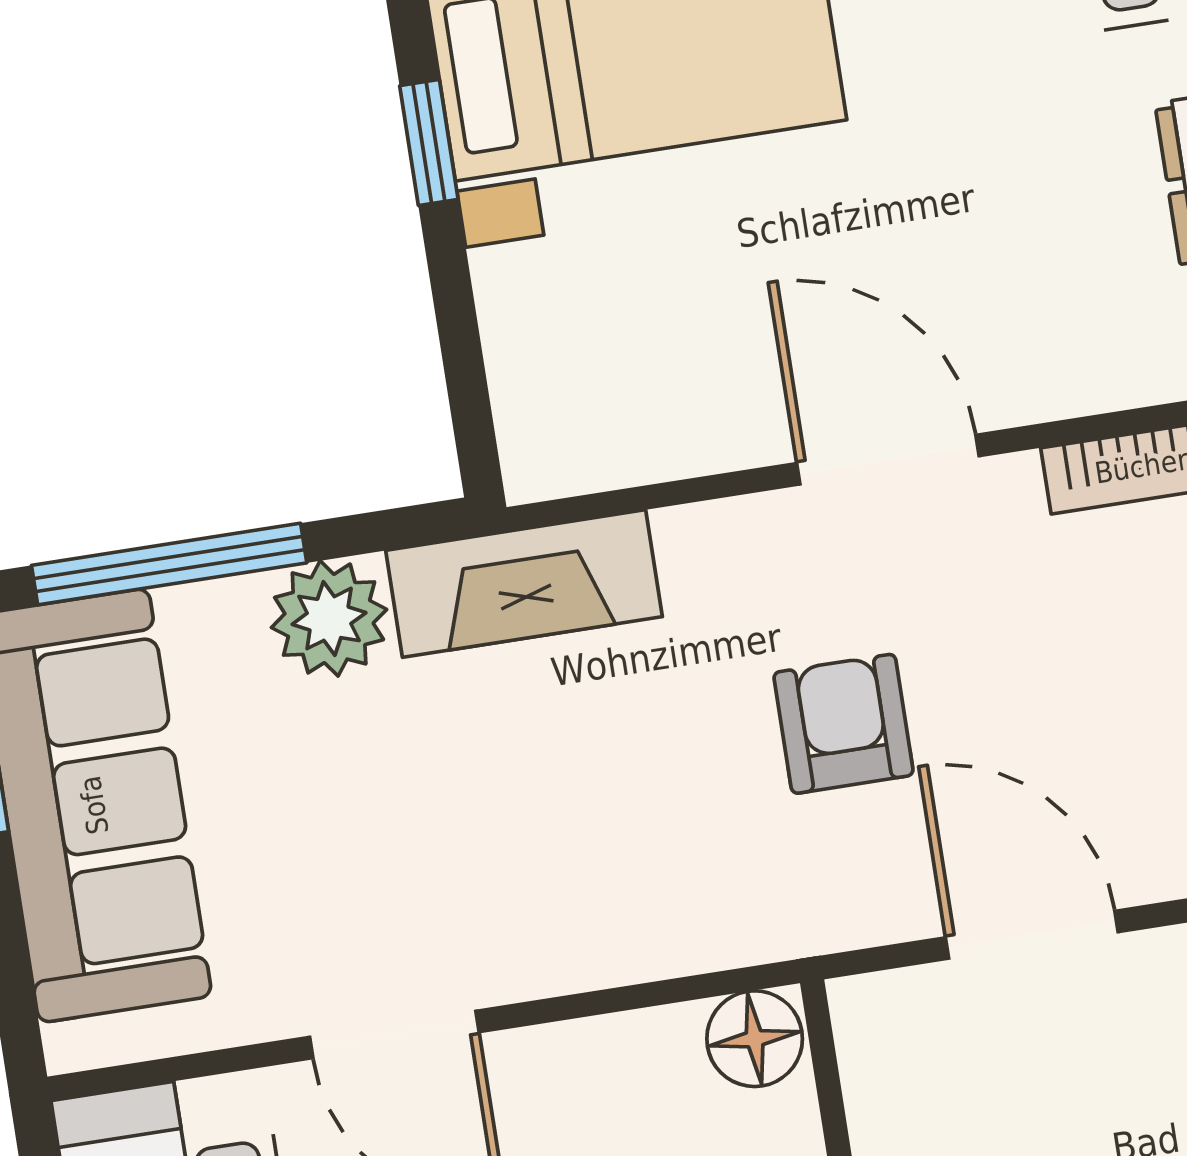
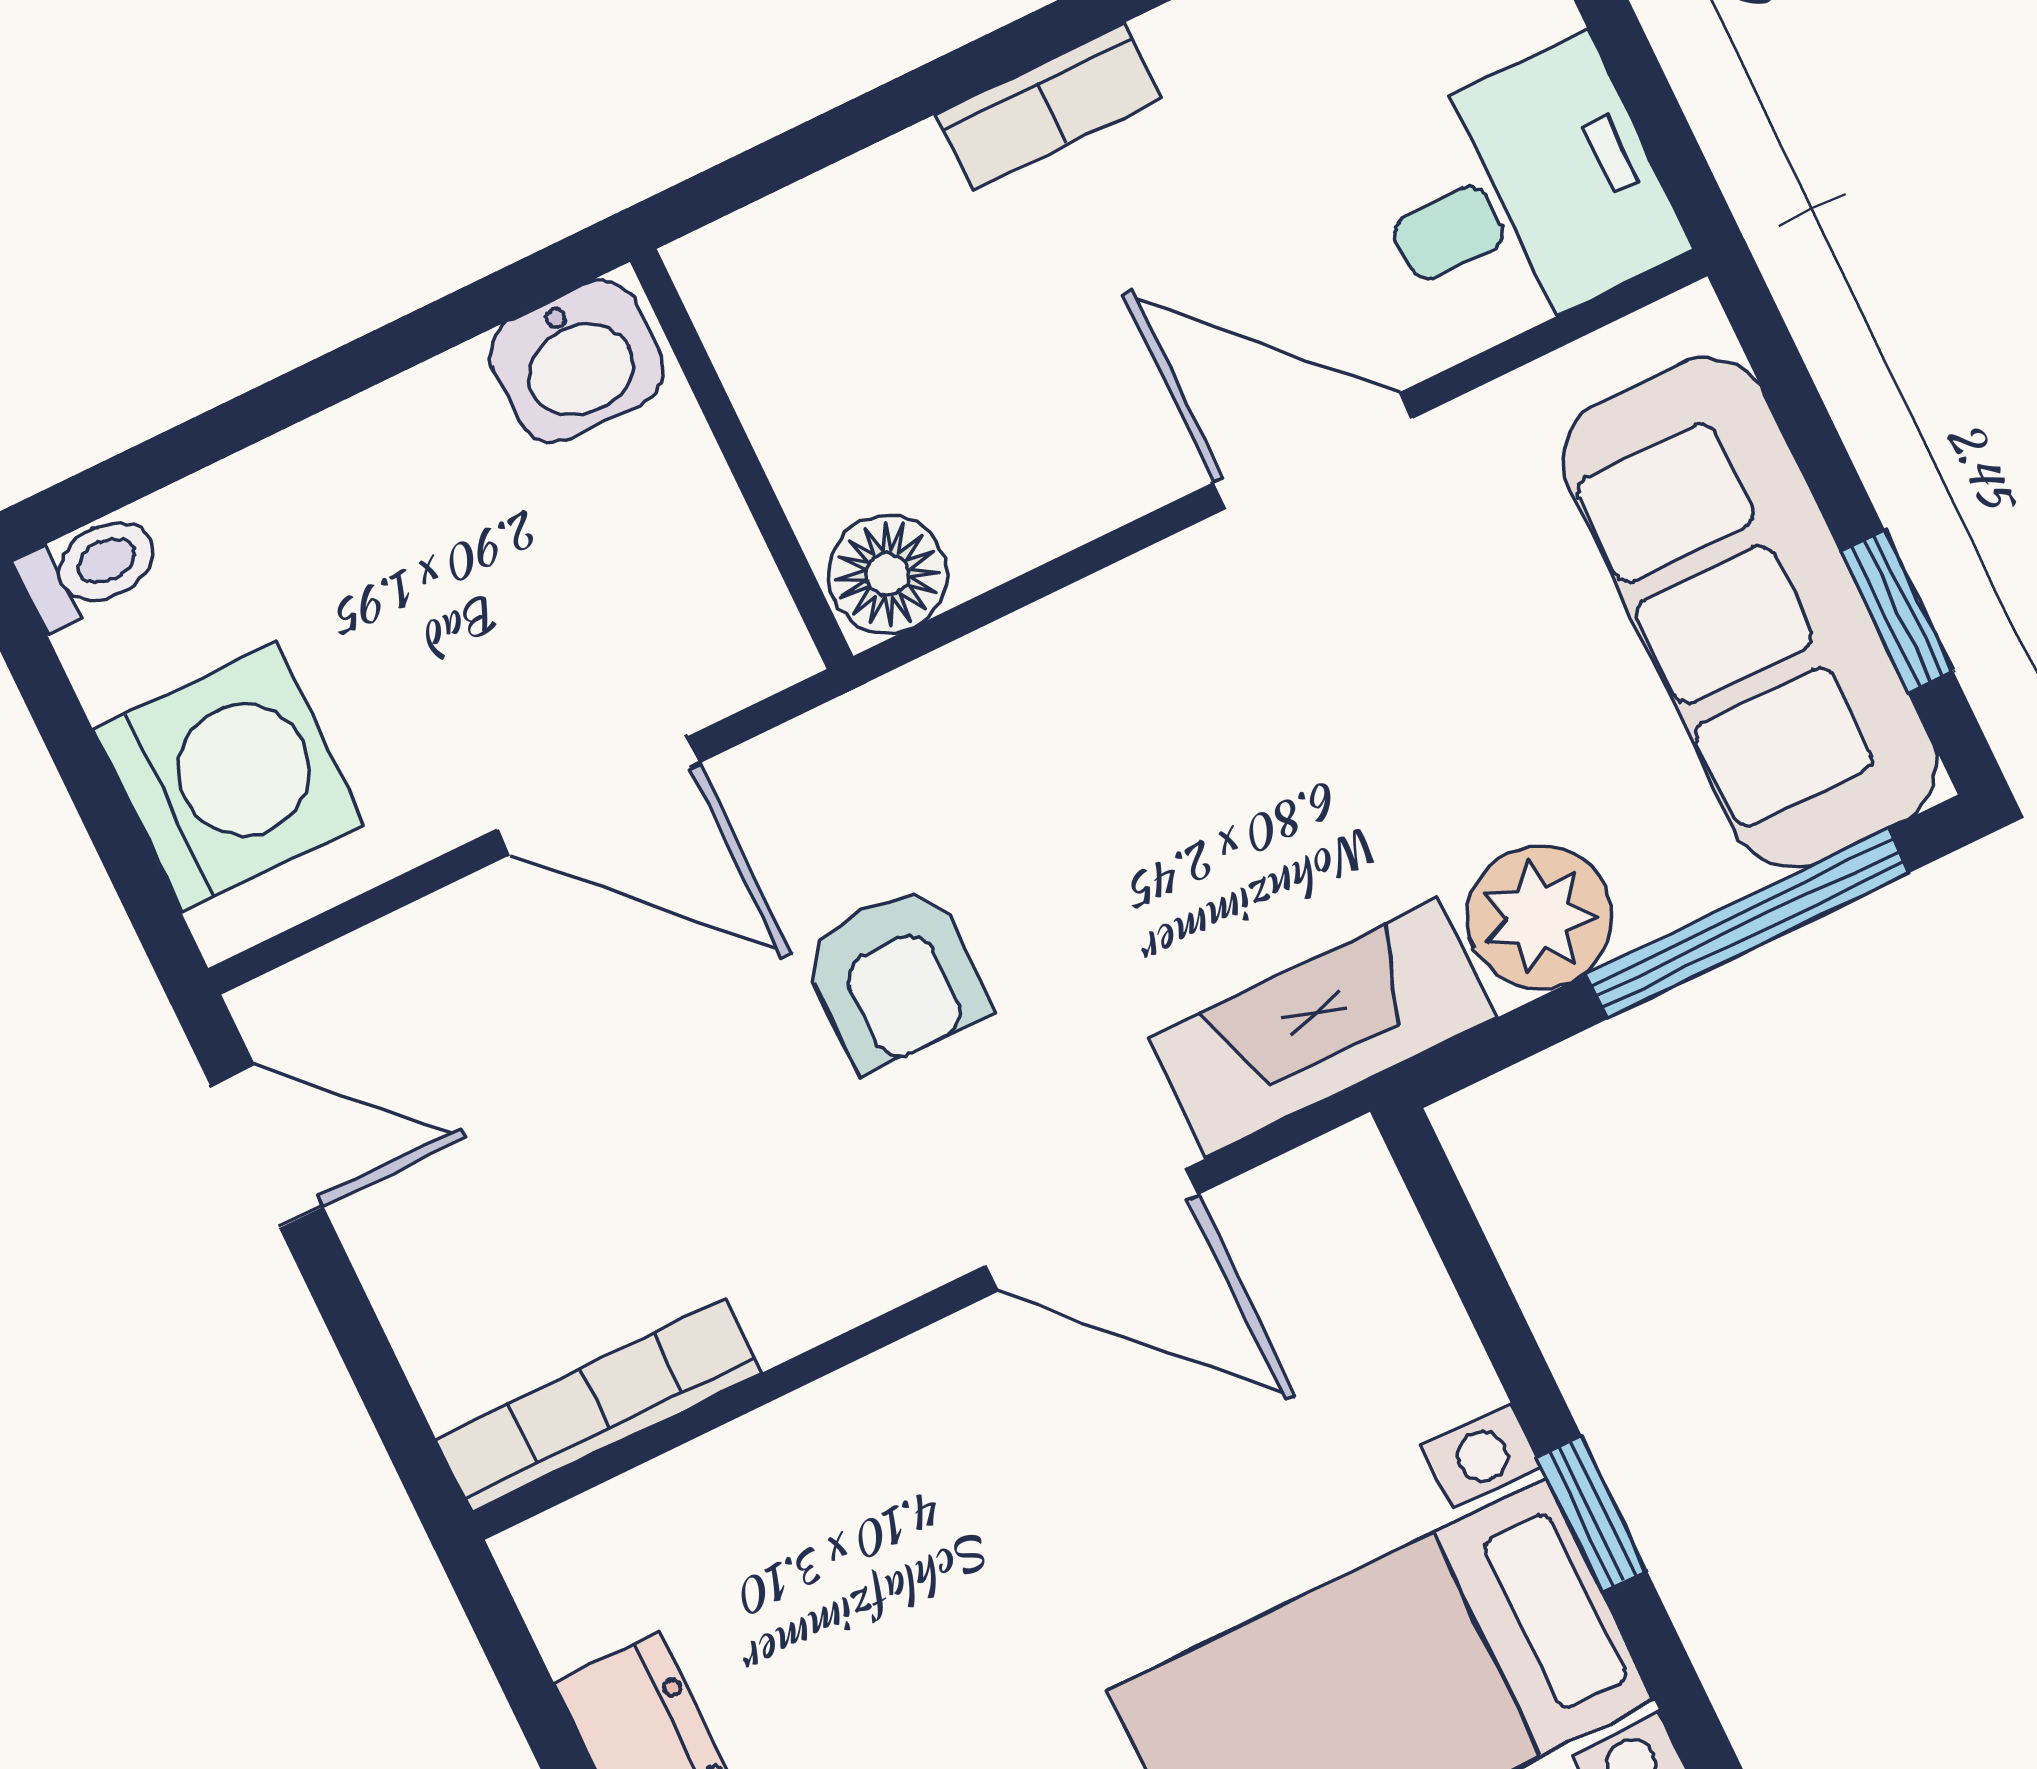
door: (888, 460) -> (1091, 1230), moved

